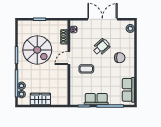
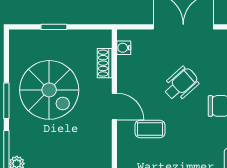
door: (69, 58) -> (114, 106), swing flipped

